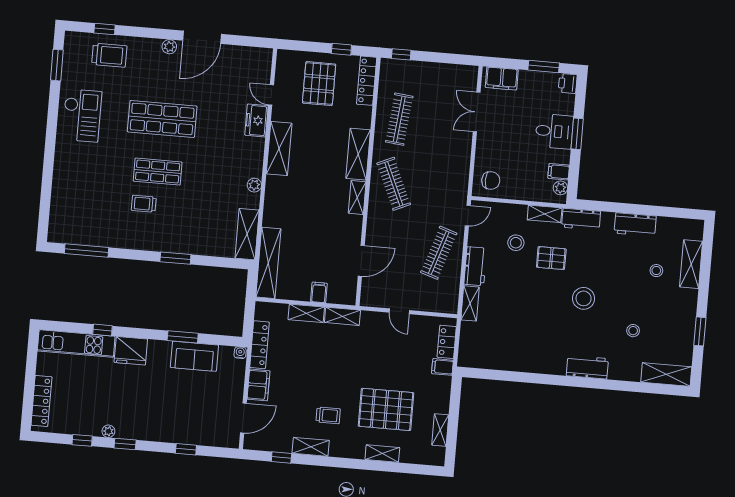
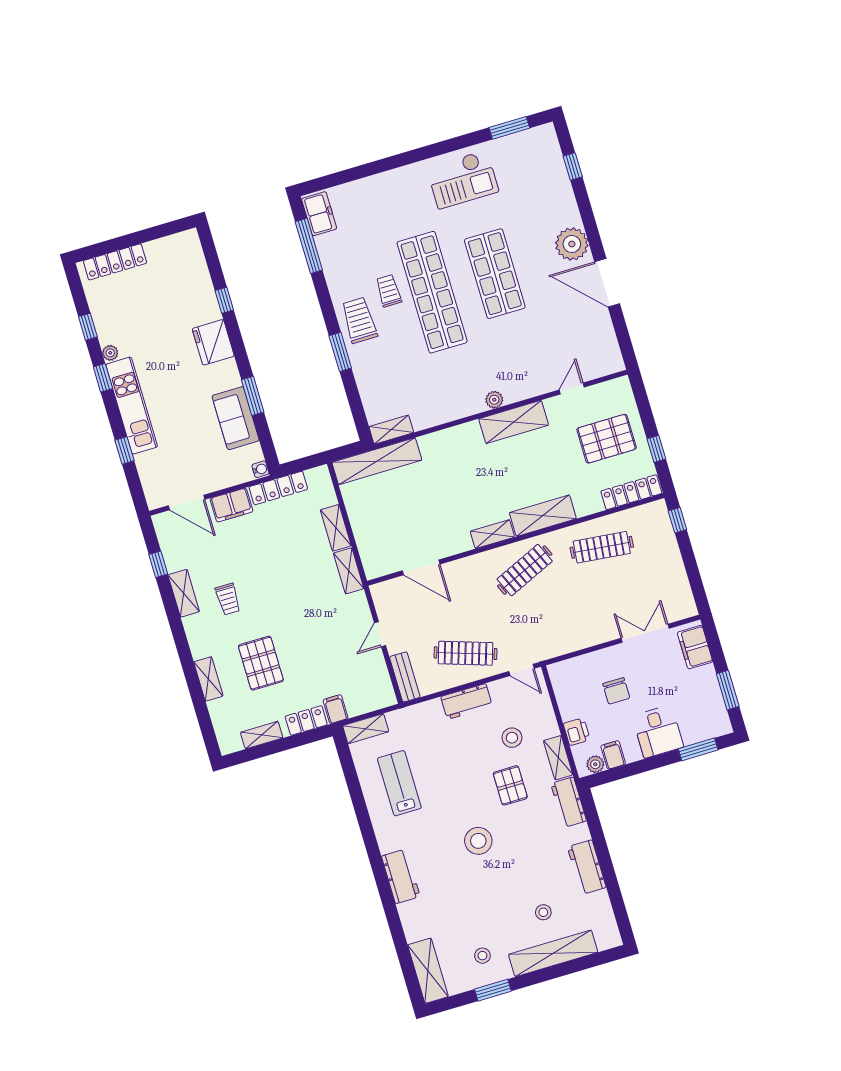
plant: (169, 47) -> (572, 244), width x1.88, depth x1.88
trolley: (109, 55) -> (359, 320), moved, turned 180
printer: (568, 83) -> (577, 732), moved, turned 90
freezer: (257, 120) -> (319, 214), moved, turned 90
window: (577, 134) -> (698, 749), moved
shop shelf: (158, 172) -> (432, 292), width x2.00, depth x1.36
chair: (491, 181) -> (616, 691), moved
plant: (254, 185) -> (494, 400), moved
shelving: (247, 234) -> (391, 430), width x0.67, depth x0.75
shelving: (691, 264) -> (553, 953), width x1.47
filing cabinet: (319, 292) -> (366, 533), removed
shelving: (470, 303) -> (366, 729), moved
bench: (439, 305) -> (405, 677), added
stool: (633, 331) -> (482, 956), moved
lab bench: (517, 341) -> (399, 783), added
locker: (447, 342) -> (306, 720), moved
kitchen unit: (76, 344) -> (132, 406), moved, turned 180
pallet: (386, 409) -> (261, 663), width x0.73, depth x0.71

